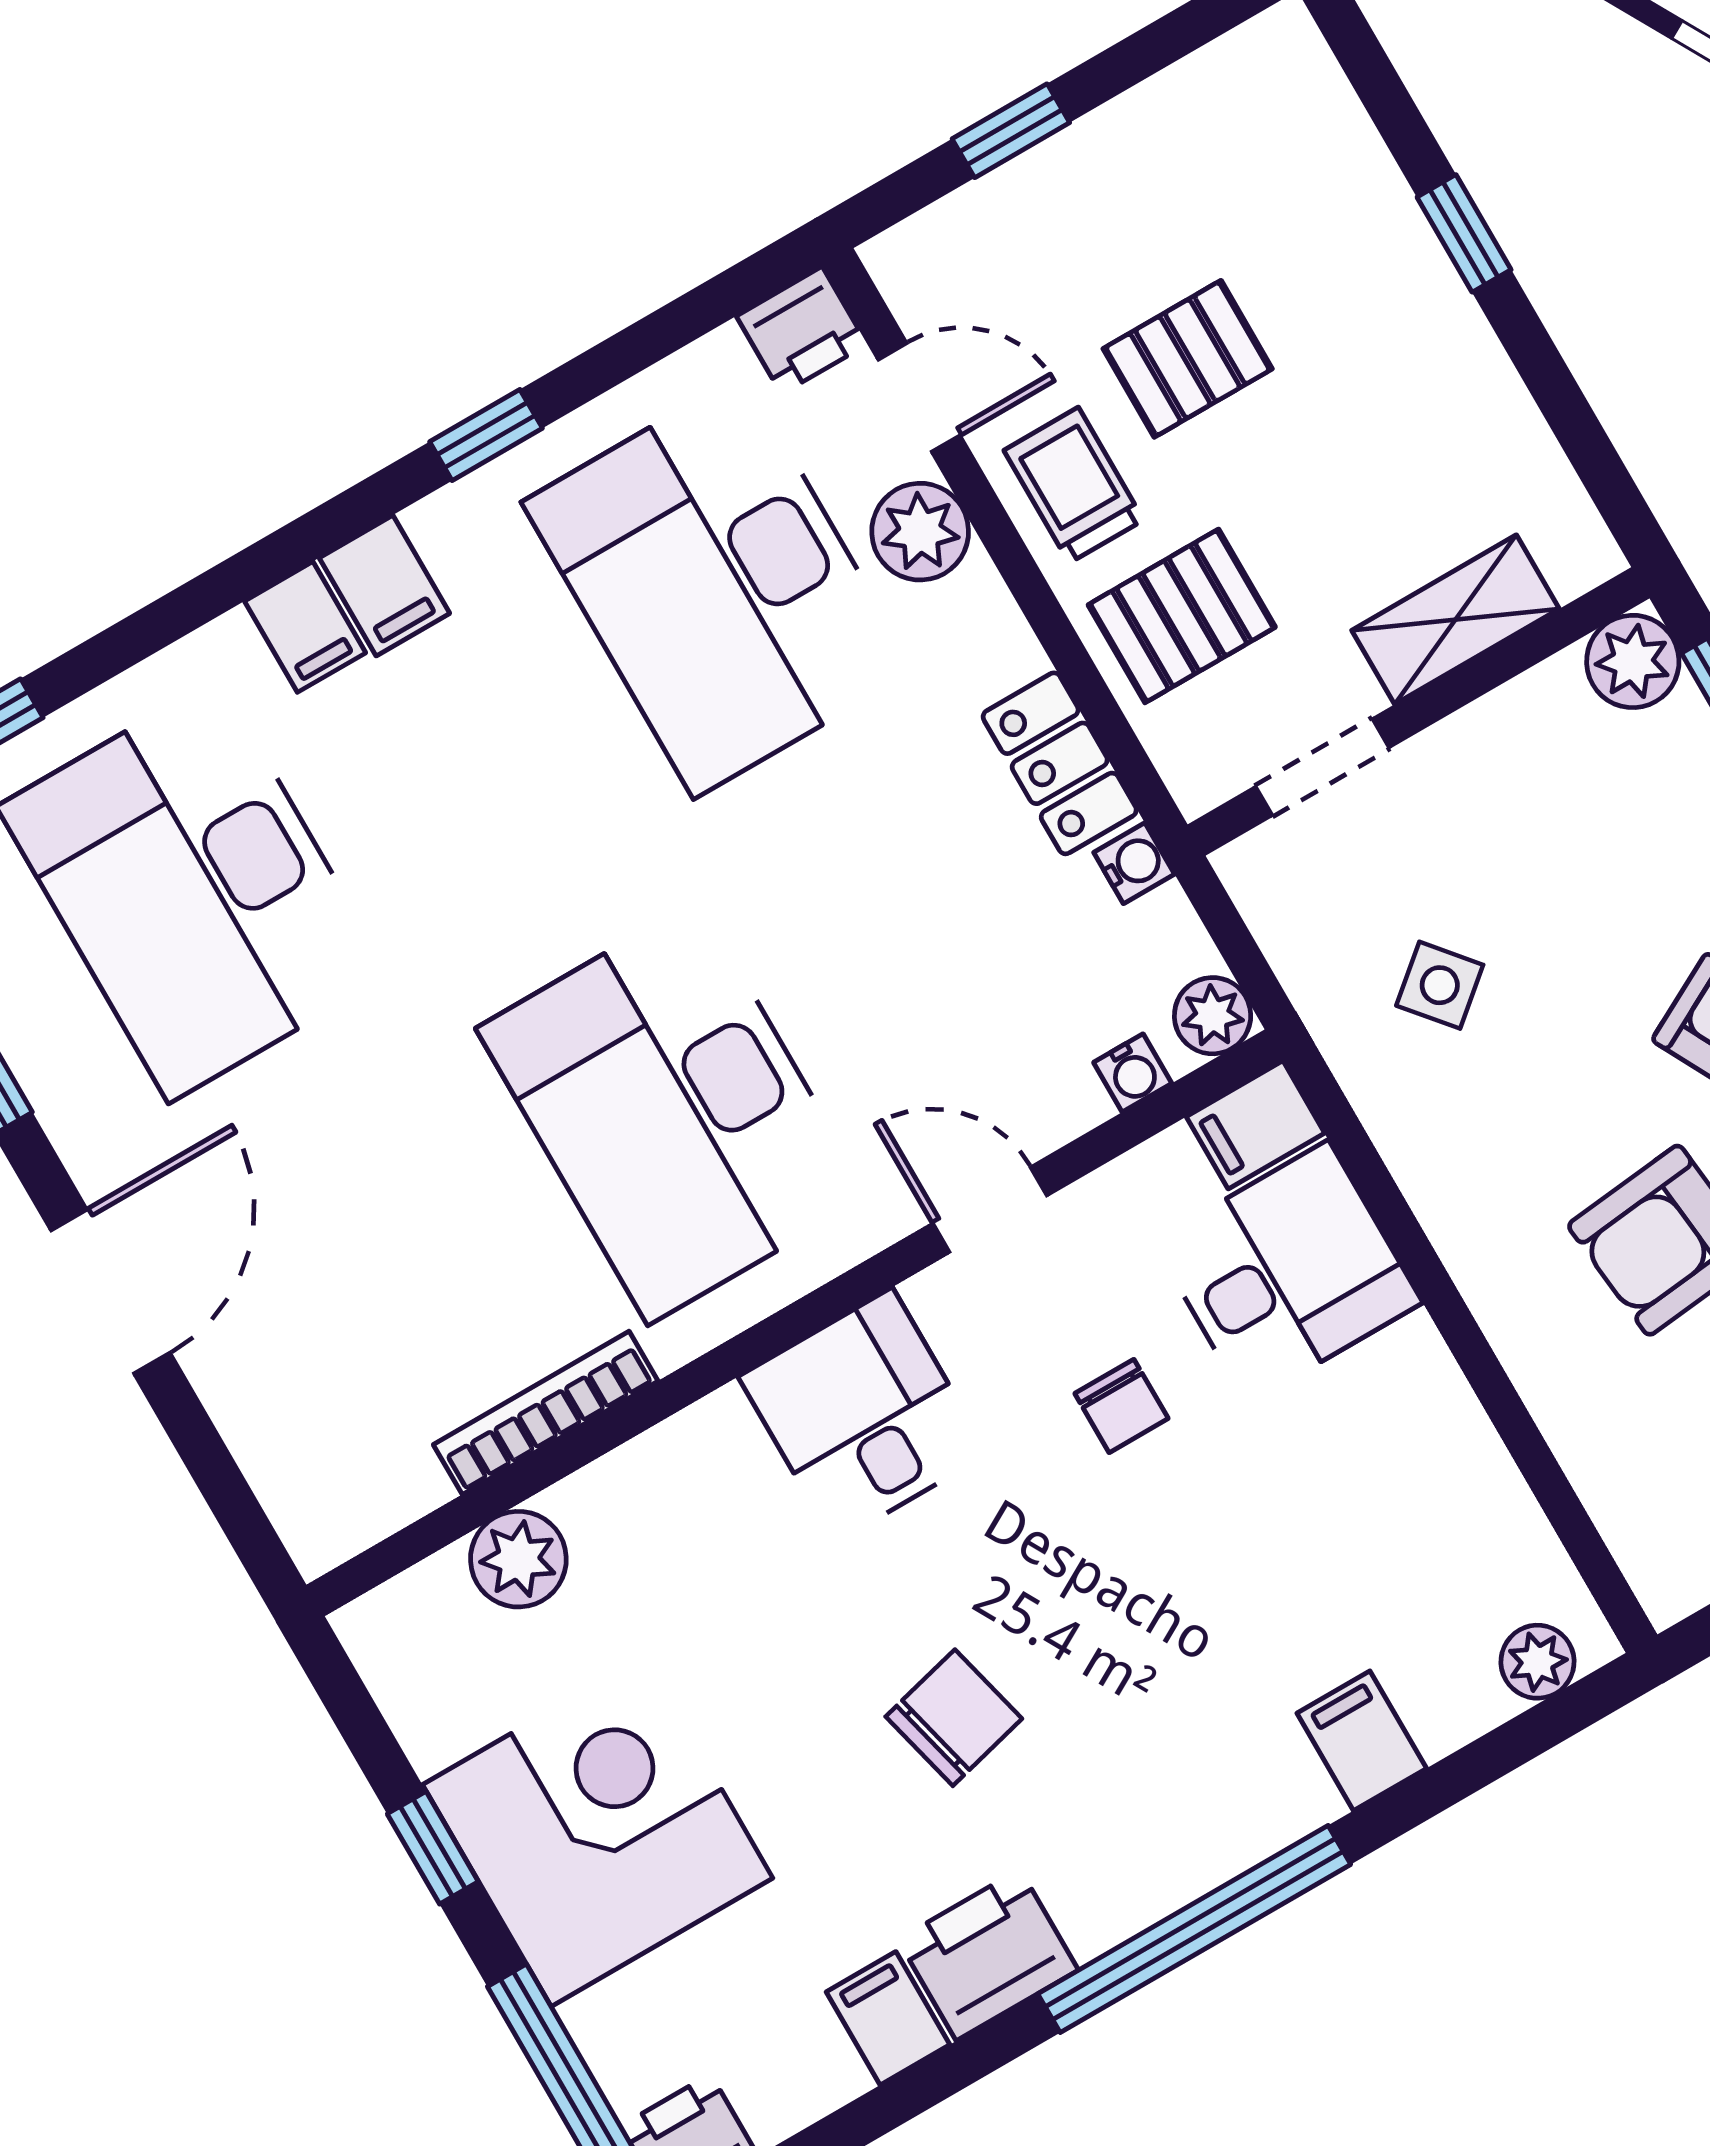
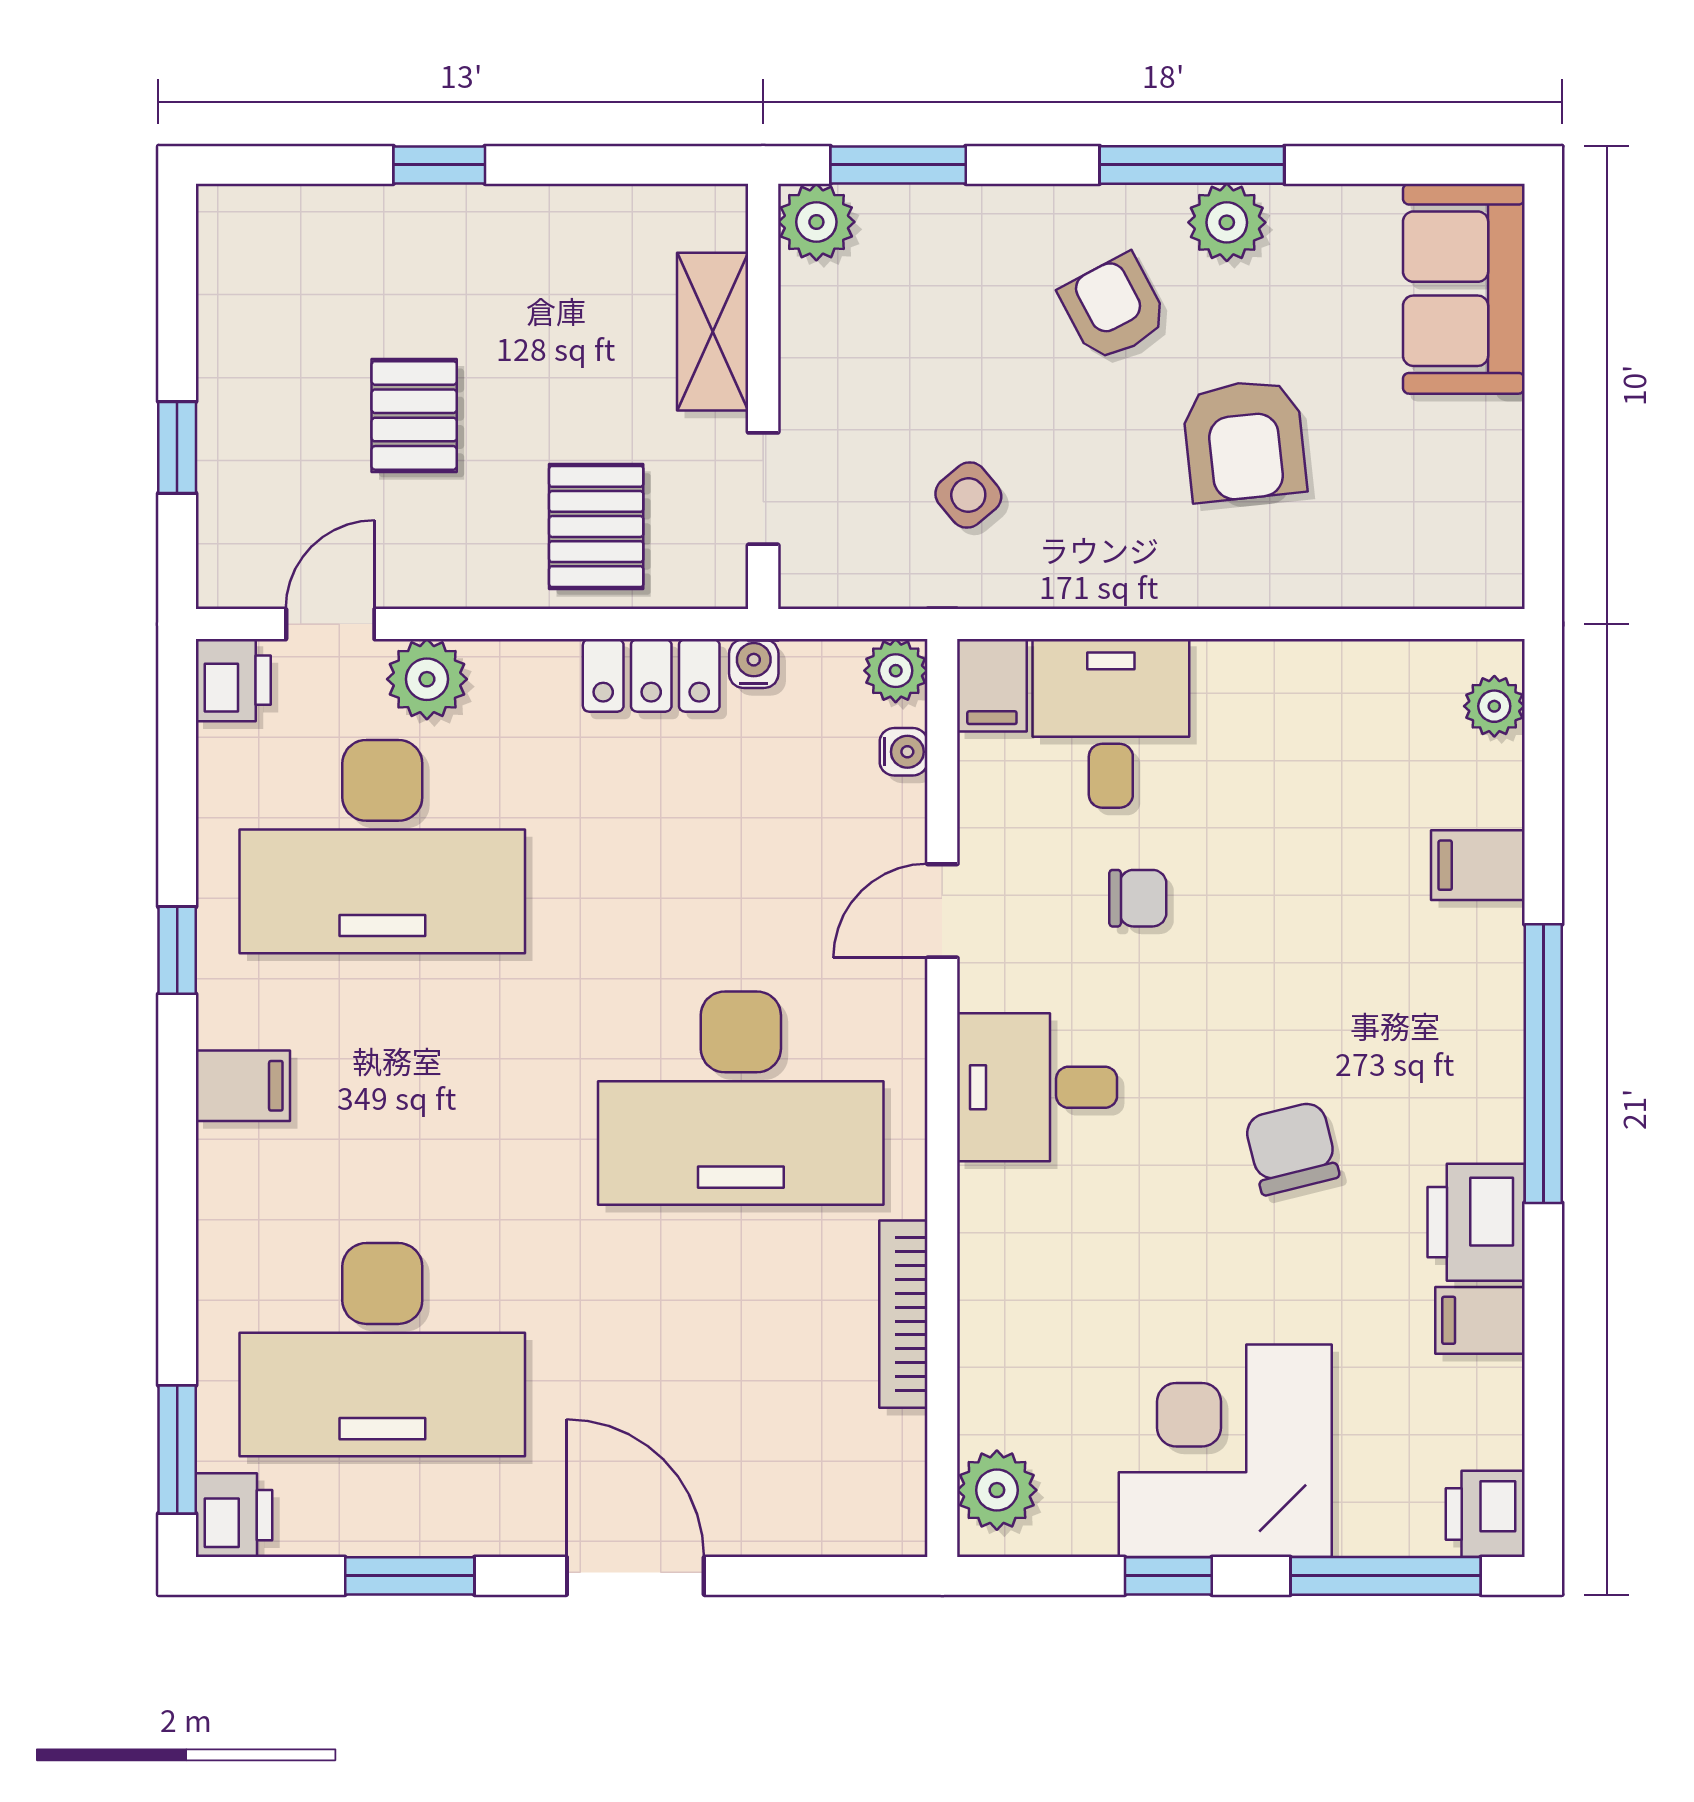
trolley: (1074, 485) -> (457, 550), removed
filing cabinet: (305, 627) -> (240, 1160), removed
plant: (518, 1559) -> (997, 1490), moved

